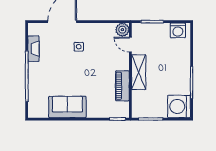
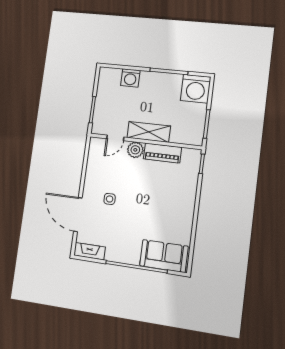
plant: (122, 30) -> (135, 150), moved
washing machine: (178, 30) -> (130, 78), moved, turned 90
fireplace: (33, 49) -> (90, 251), moved
sofa: (67, 107) -> (164, 256), moved, turned 90

